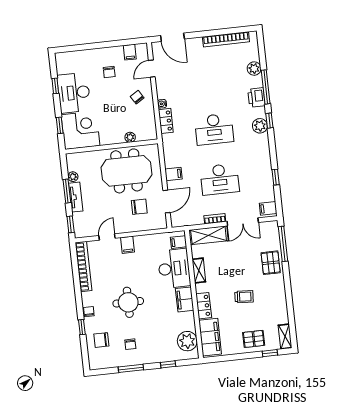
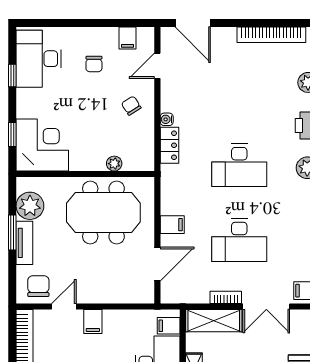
desk: (74, 93) -> (39, 59), moved
plant: (73, 177) -> (30, 206), width x1.87, depth x1.87
chair: (139, 207) -> (38, 286), moved, turned -90
window: (71, 224) -> (12, 282), removed

